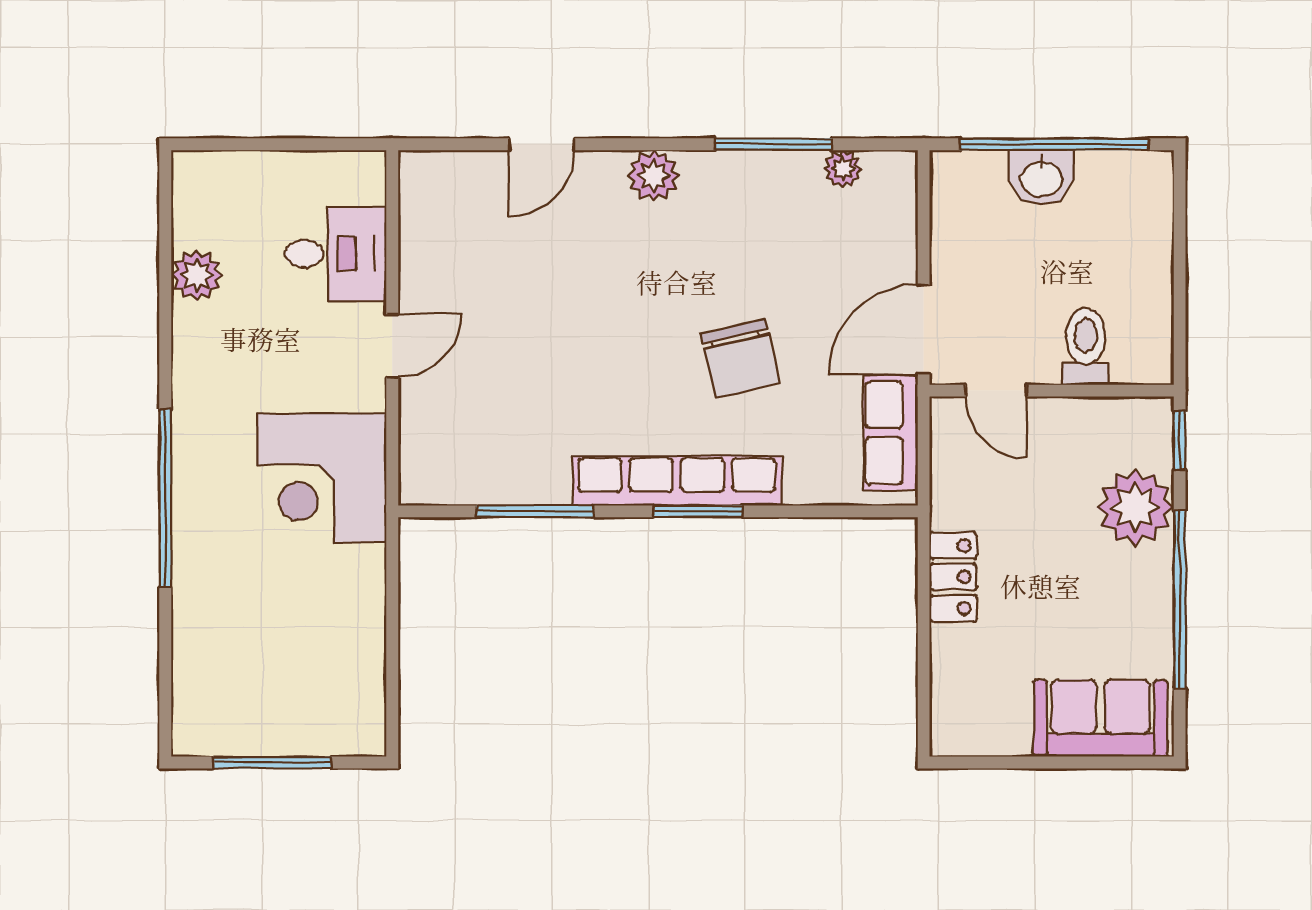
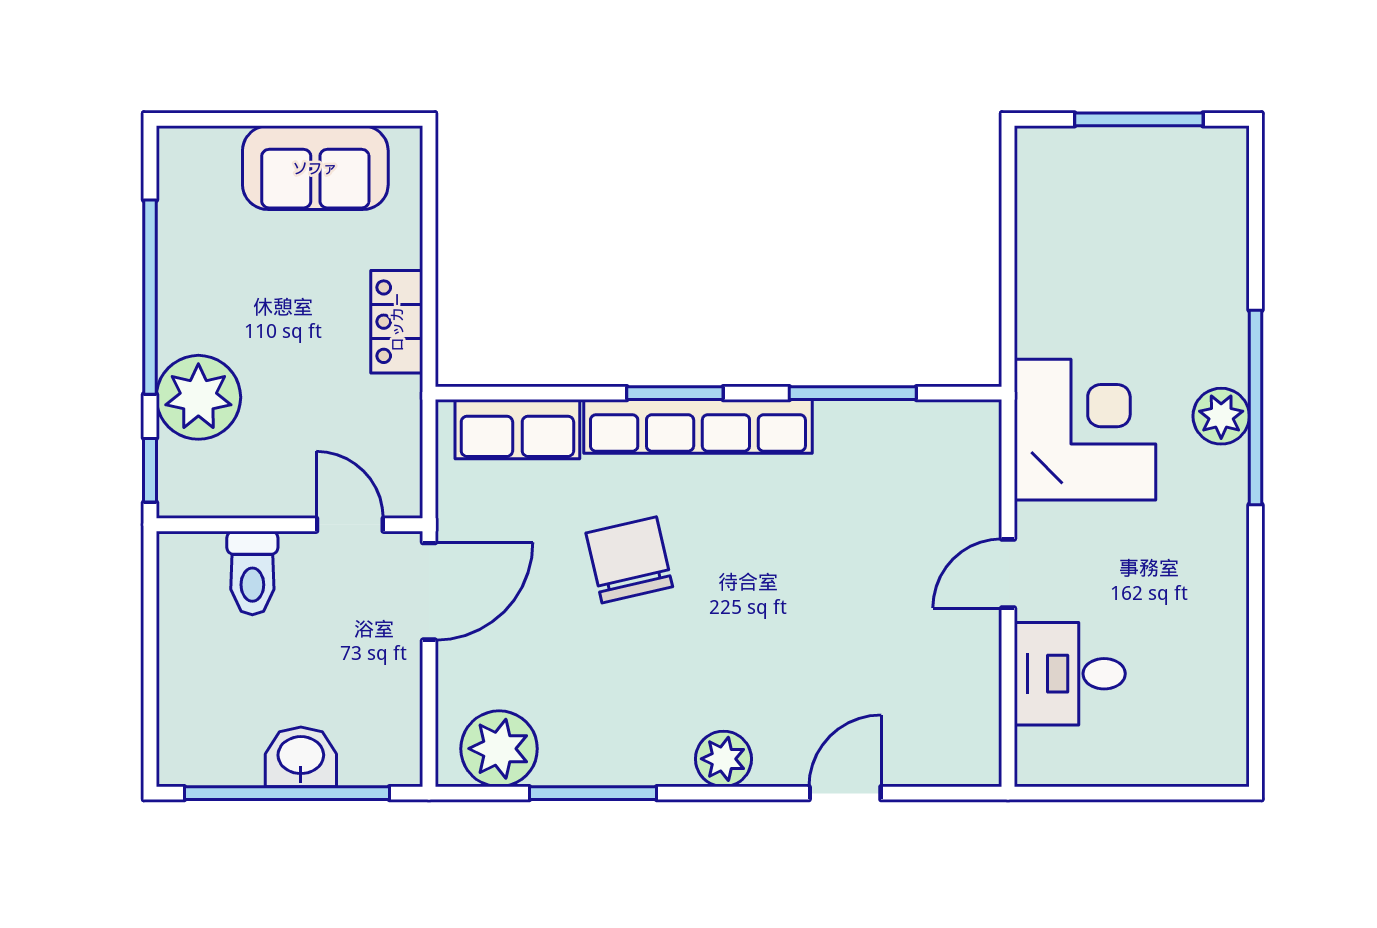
plant: (843, 169) -> (499, 749), width x1.88, depth x1.88
plant: (197, 275) -> (1221, 416), moved
row of seats: (891, 433) -> (517, 429), moved, turned 90
sofa: (1101, 718) -> (315, 168), moved

